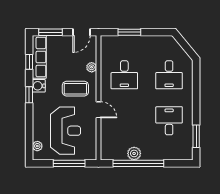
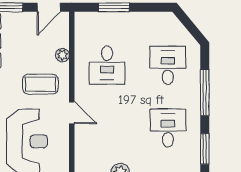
desk: (169, 75) -> (168, 65), turned 180
window: (196, 95) -> (205, 93), added

